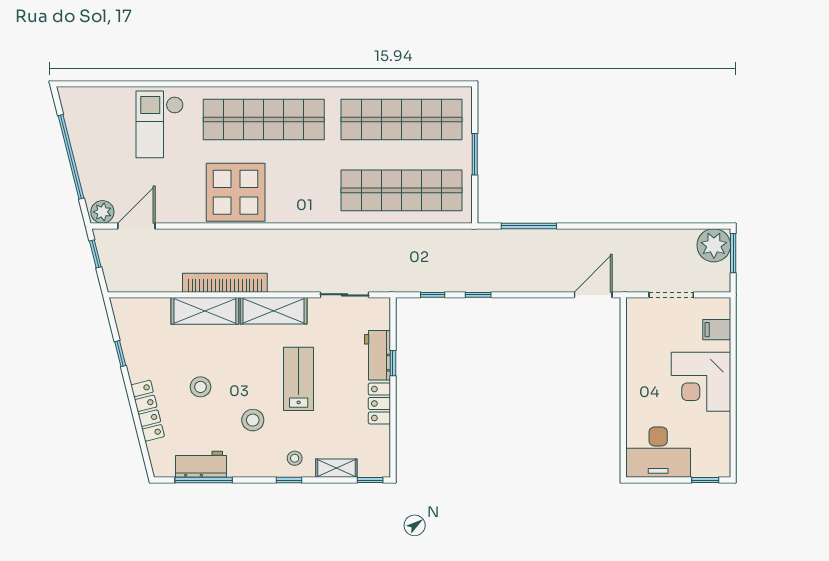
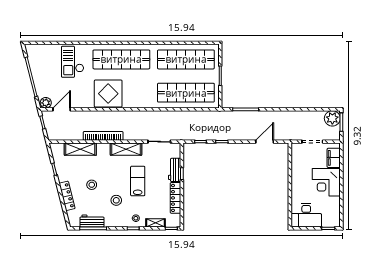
door: (593, 295) -> (265, 142), moved
shelving: (205, 311) -> (80, 149), moved
filing cabinet: (717, 330) -> (334, 158), width x2.00
locker: (379, 404) -> (176, 198), width x1.53

